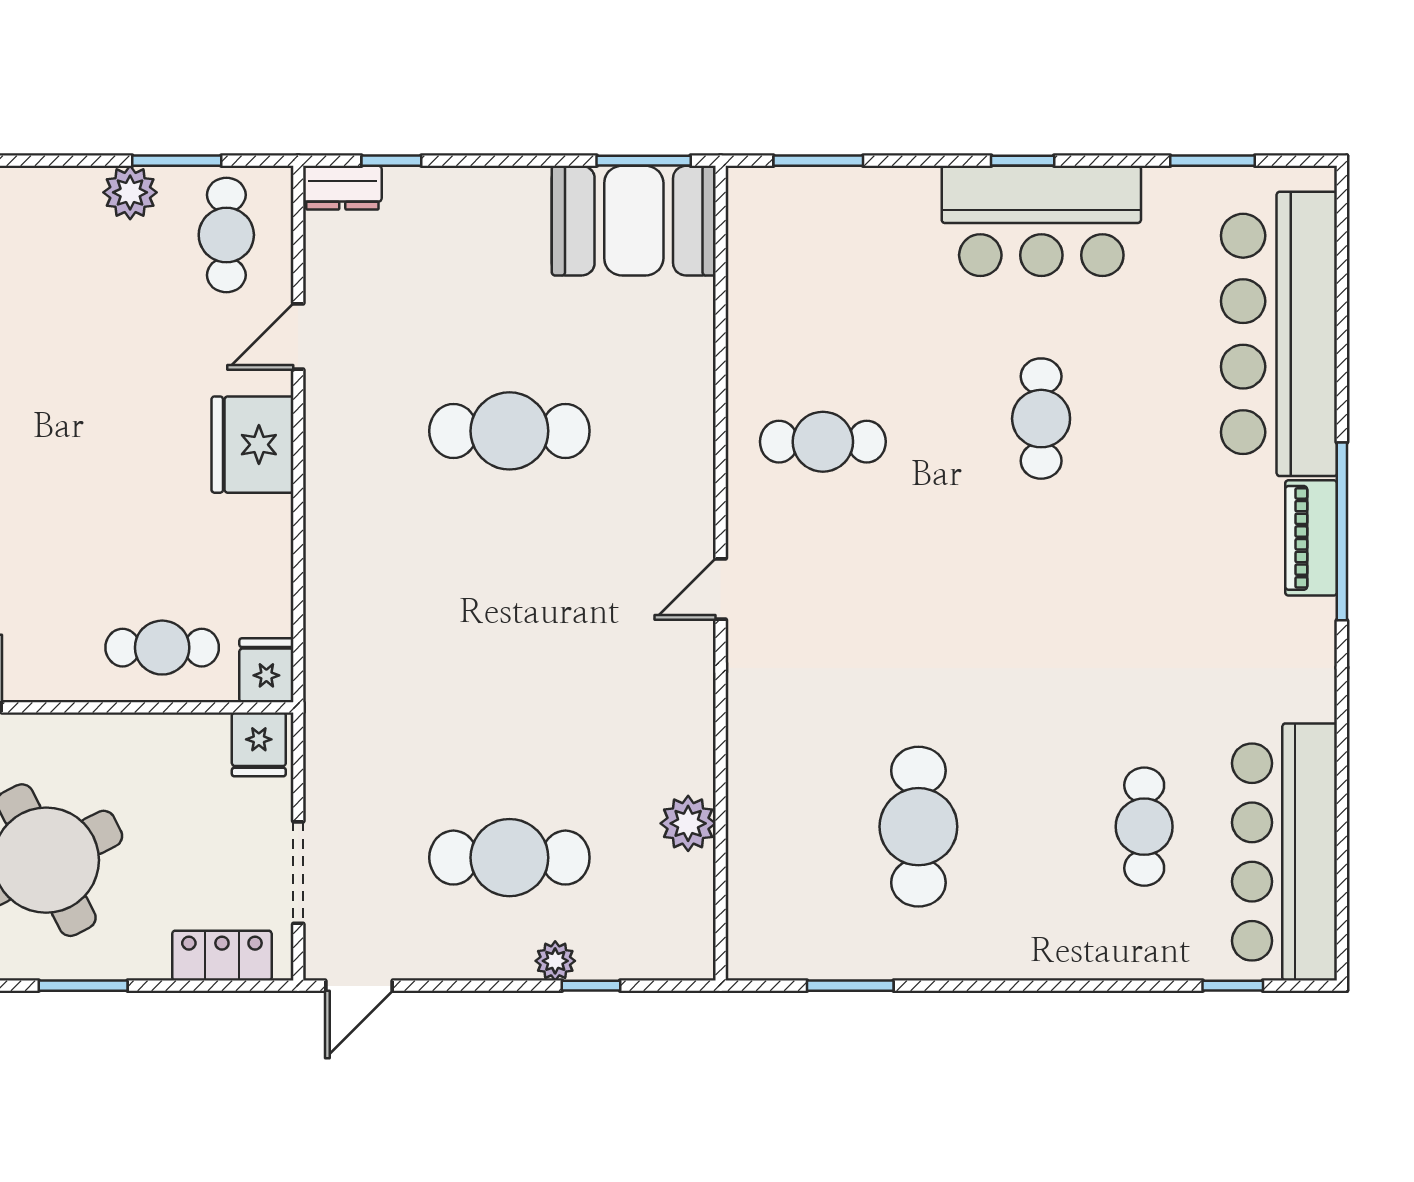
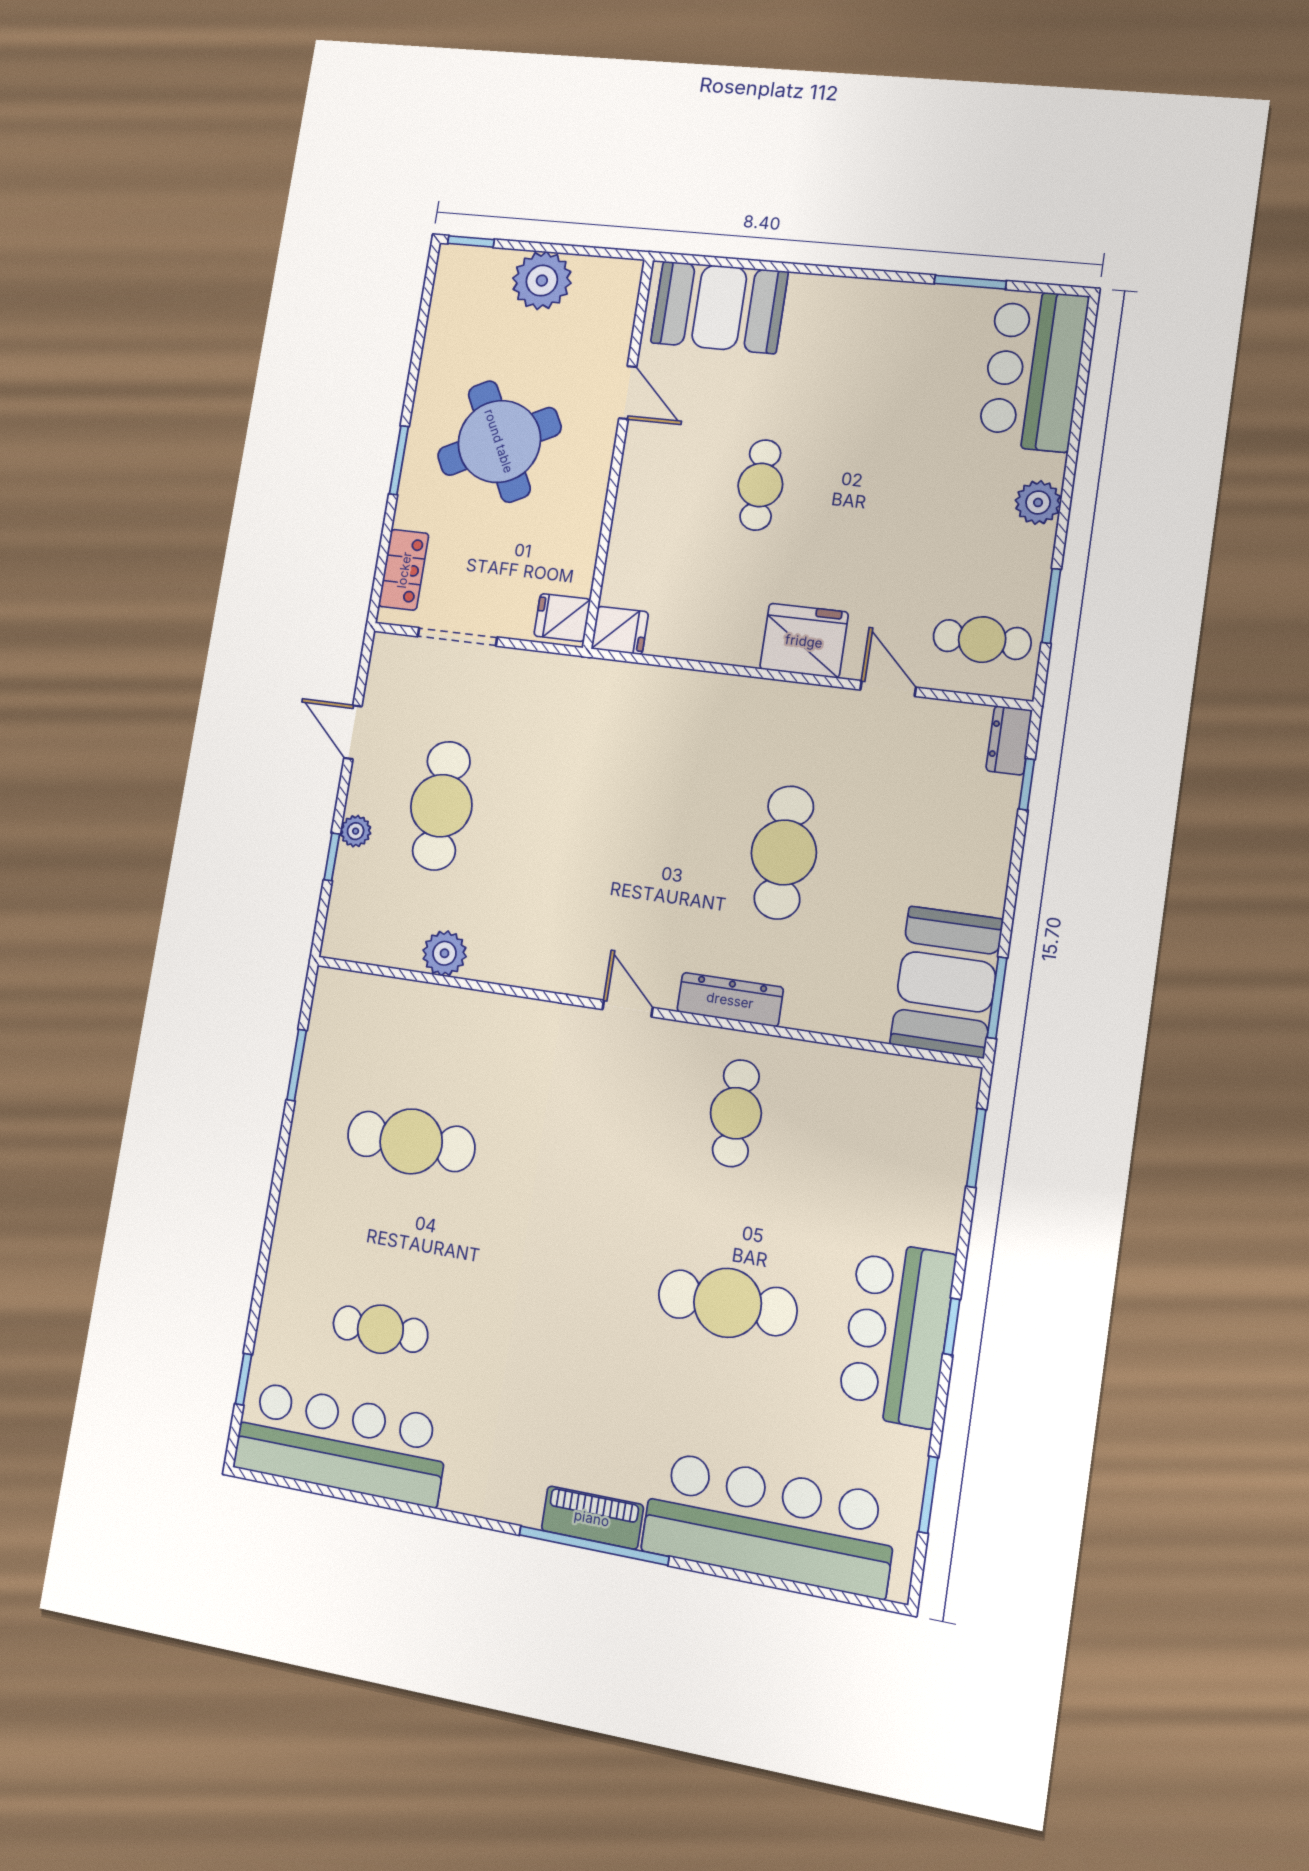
plant: (130, 192) -> (1038, 502), moved
cafe table: (1041, 419) -> (728, 1303), width x1.37, depth x1.35
dresser: (692, 468) -> (730, 1000), added
cafe table: (162, 648) -> (760, 485), moved
door: (359, 986) -> (353, 732), moved

